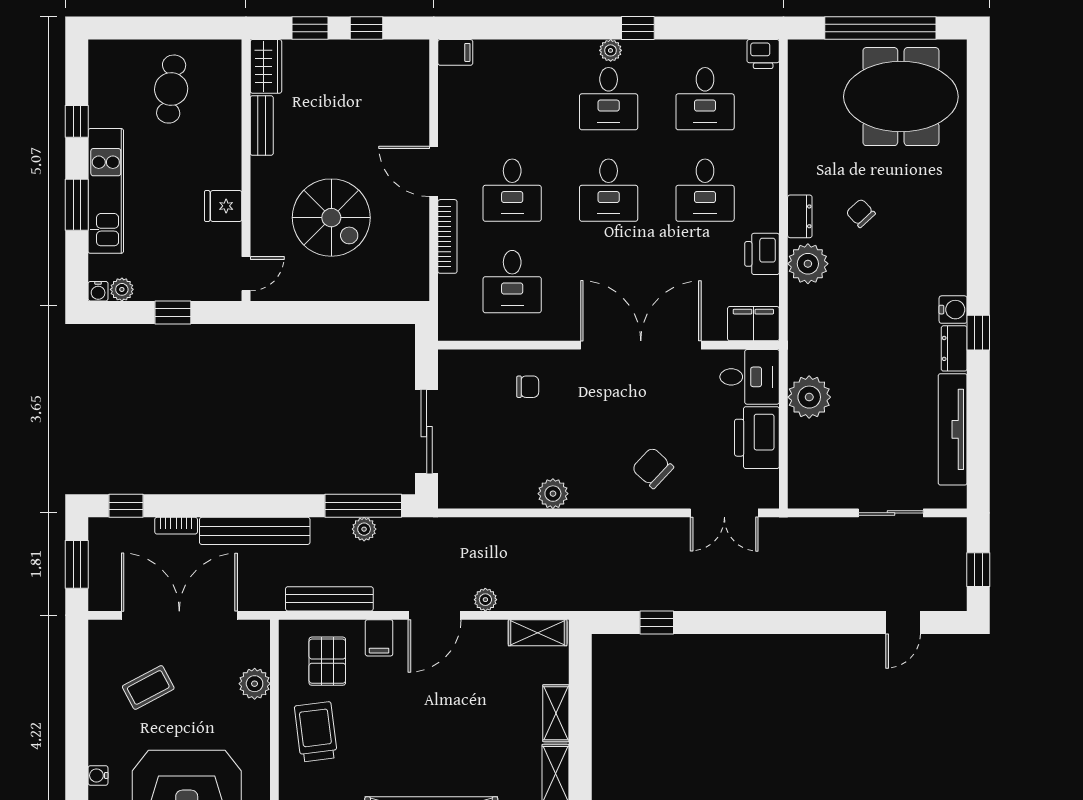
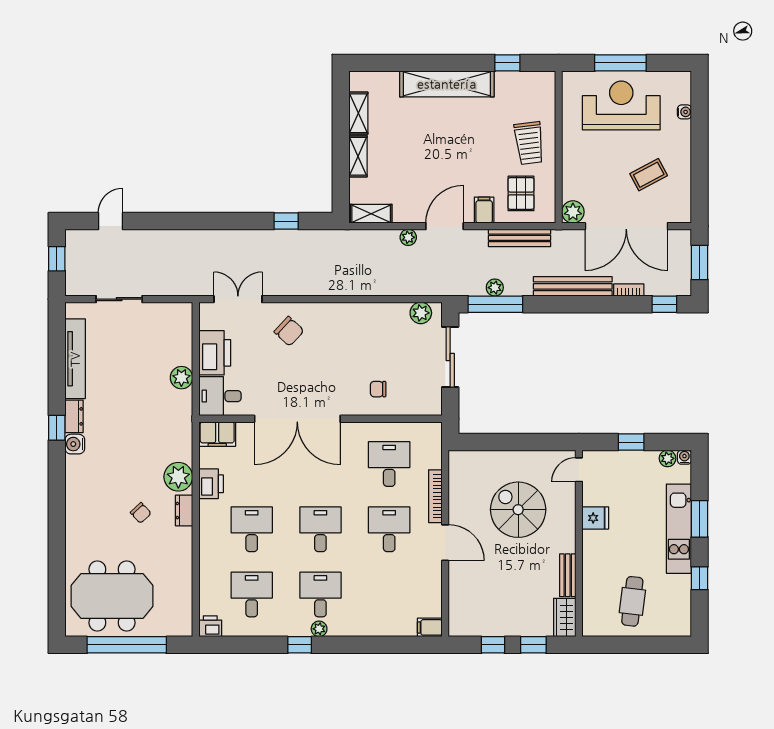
plant: (809, 397) -> (181, 378), width x0.73, depth x0.73
plant: (553, 494) -> (421, 313), moved
plant: (255, 684) -> (573, 212), moved

